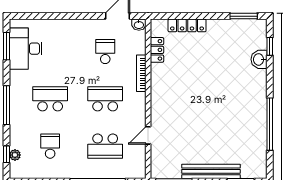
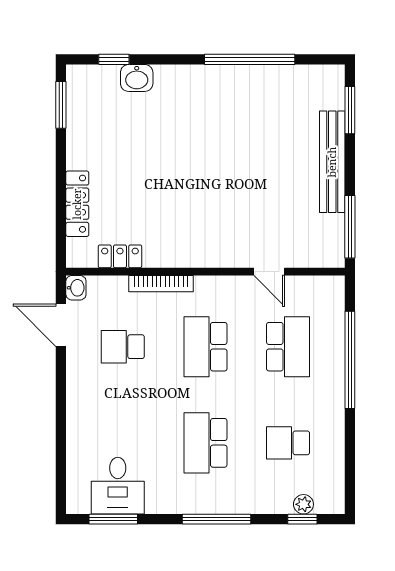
desk: (26, 49) -> (118, 486), width x0.73

